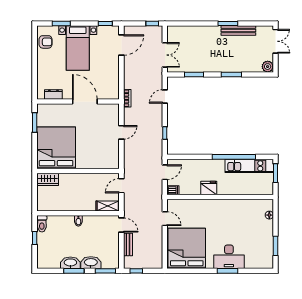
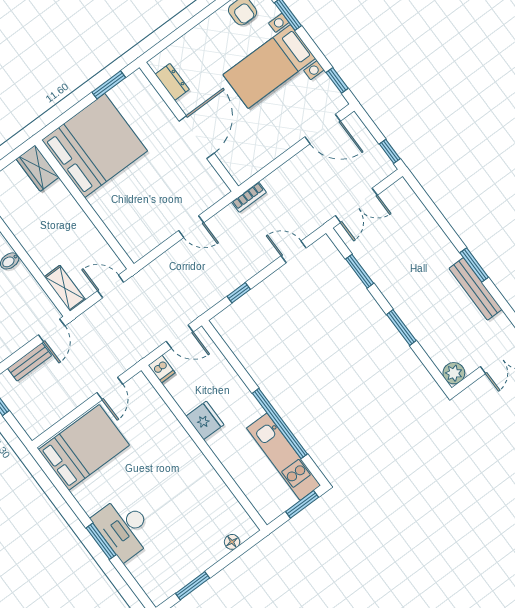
bed: (187, 248) -> (84, 447), width x0.73

